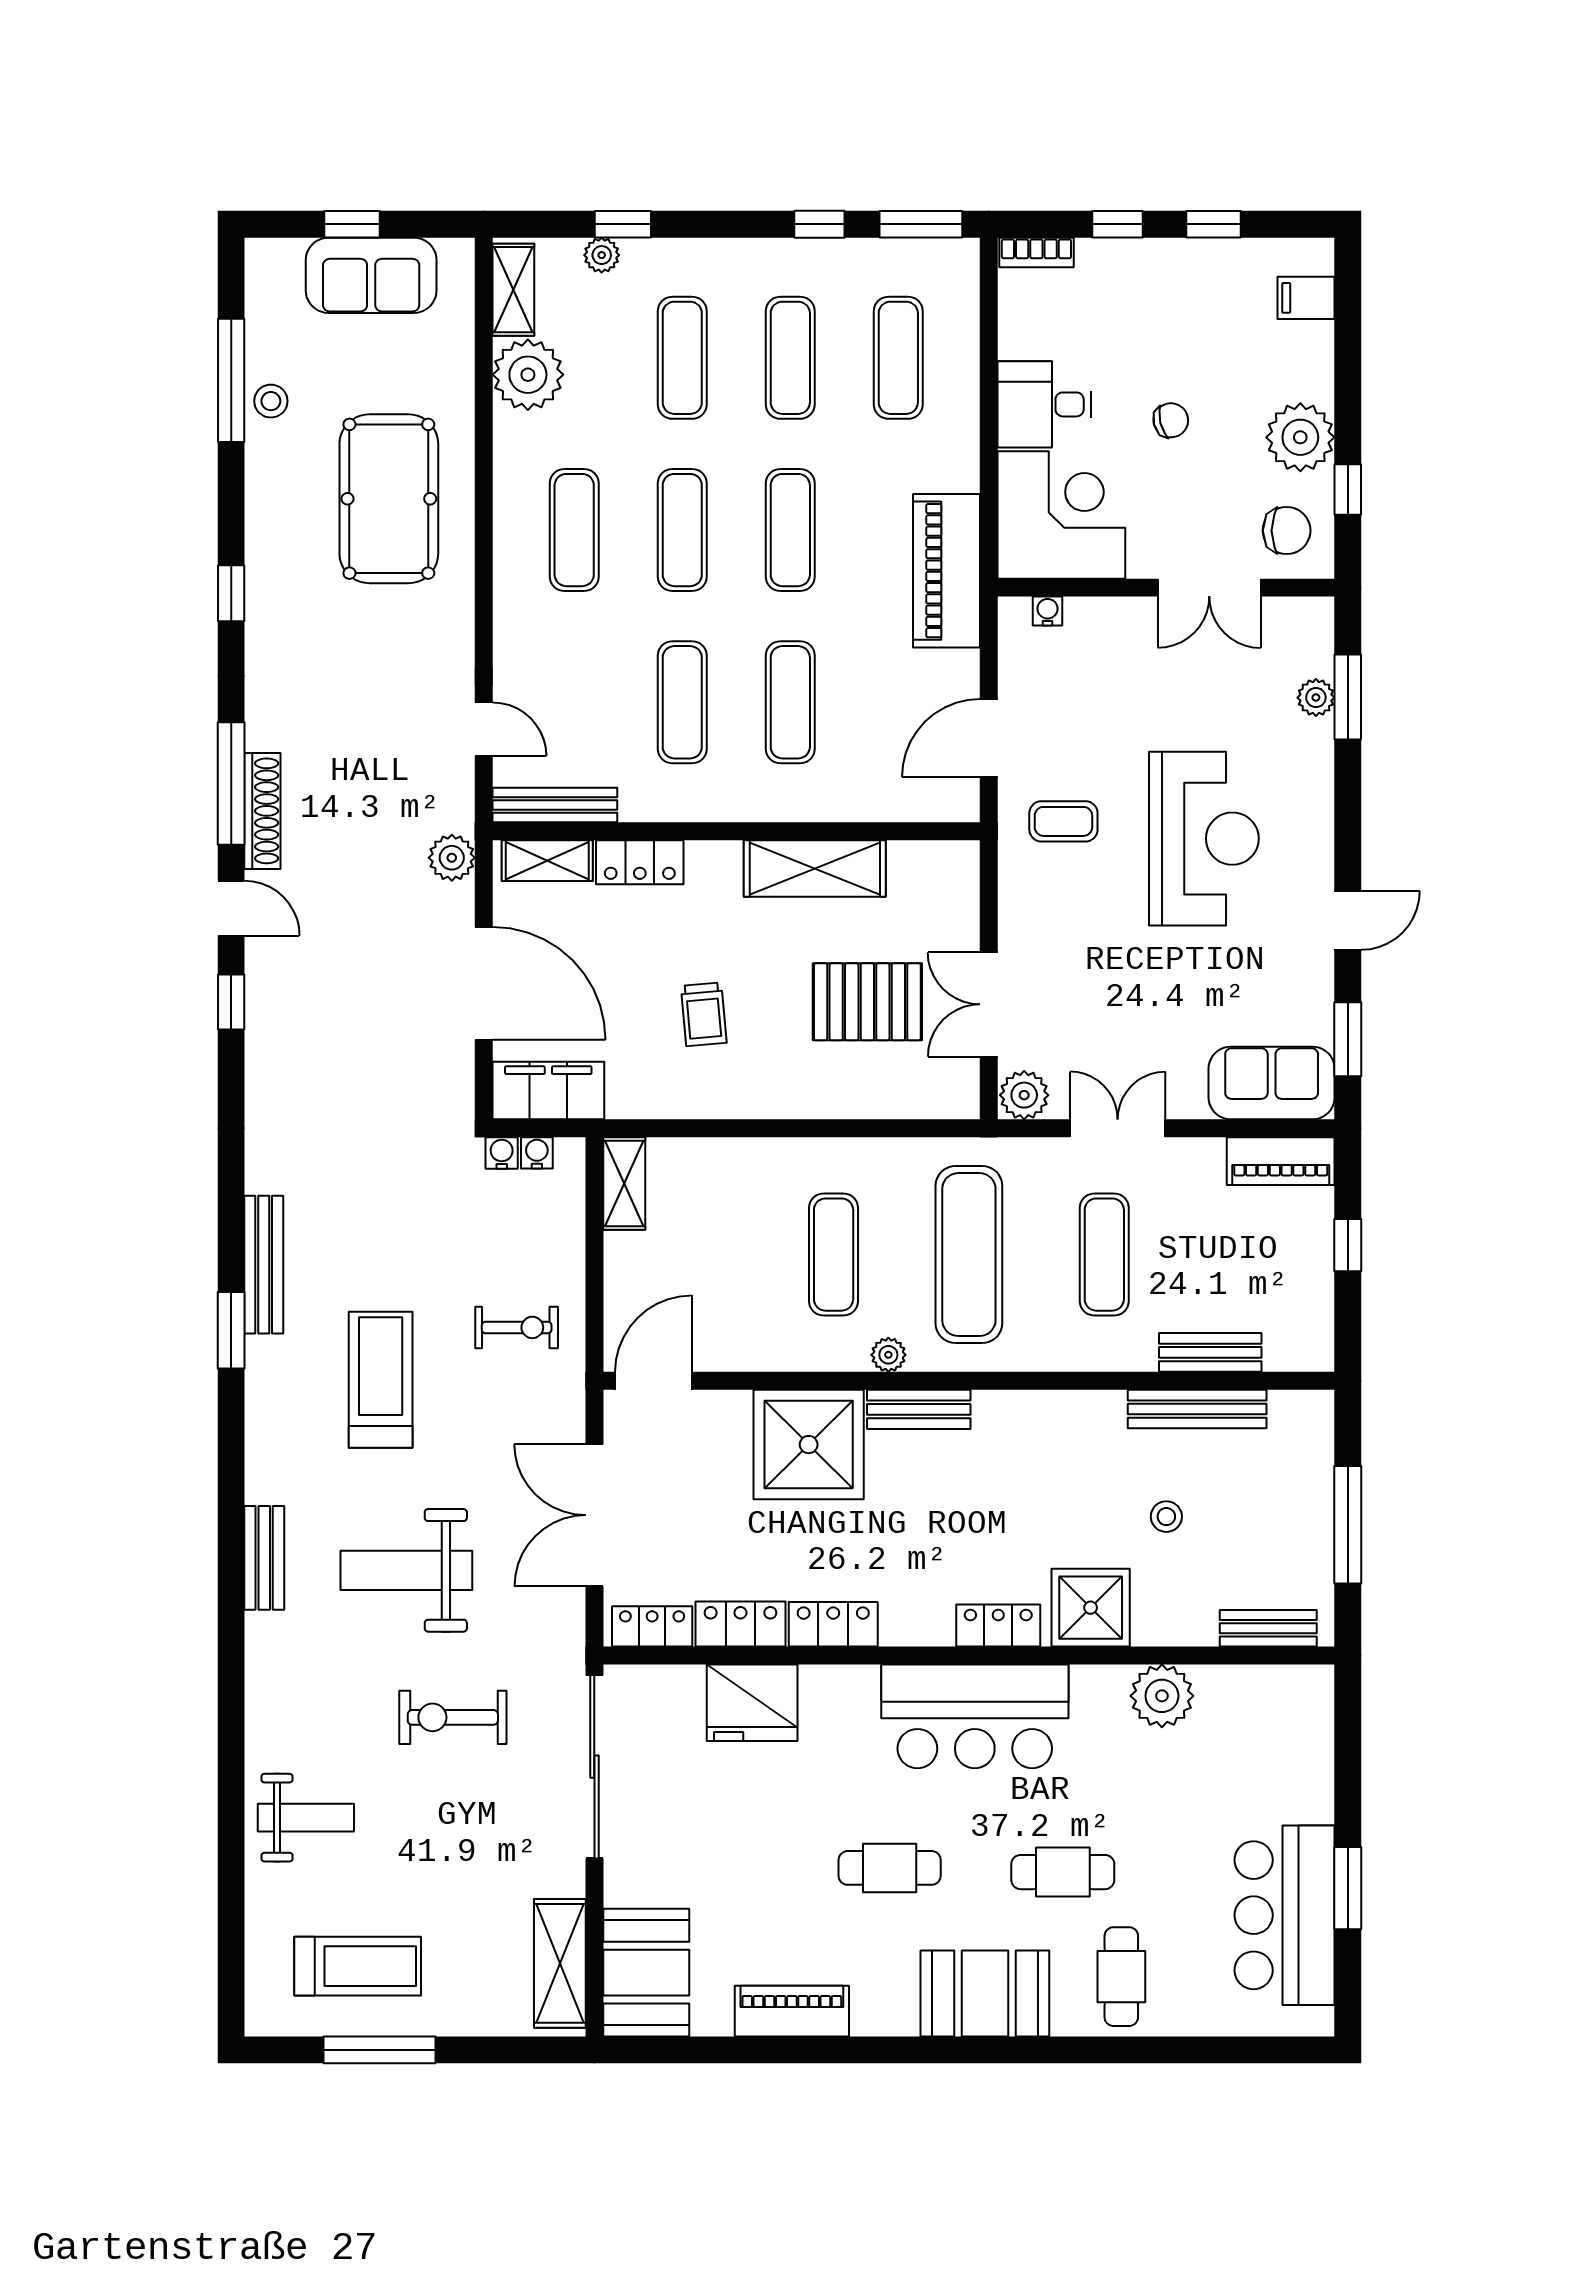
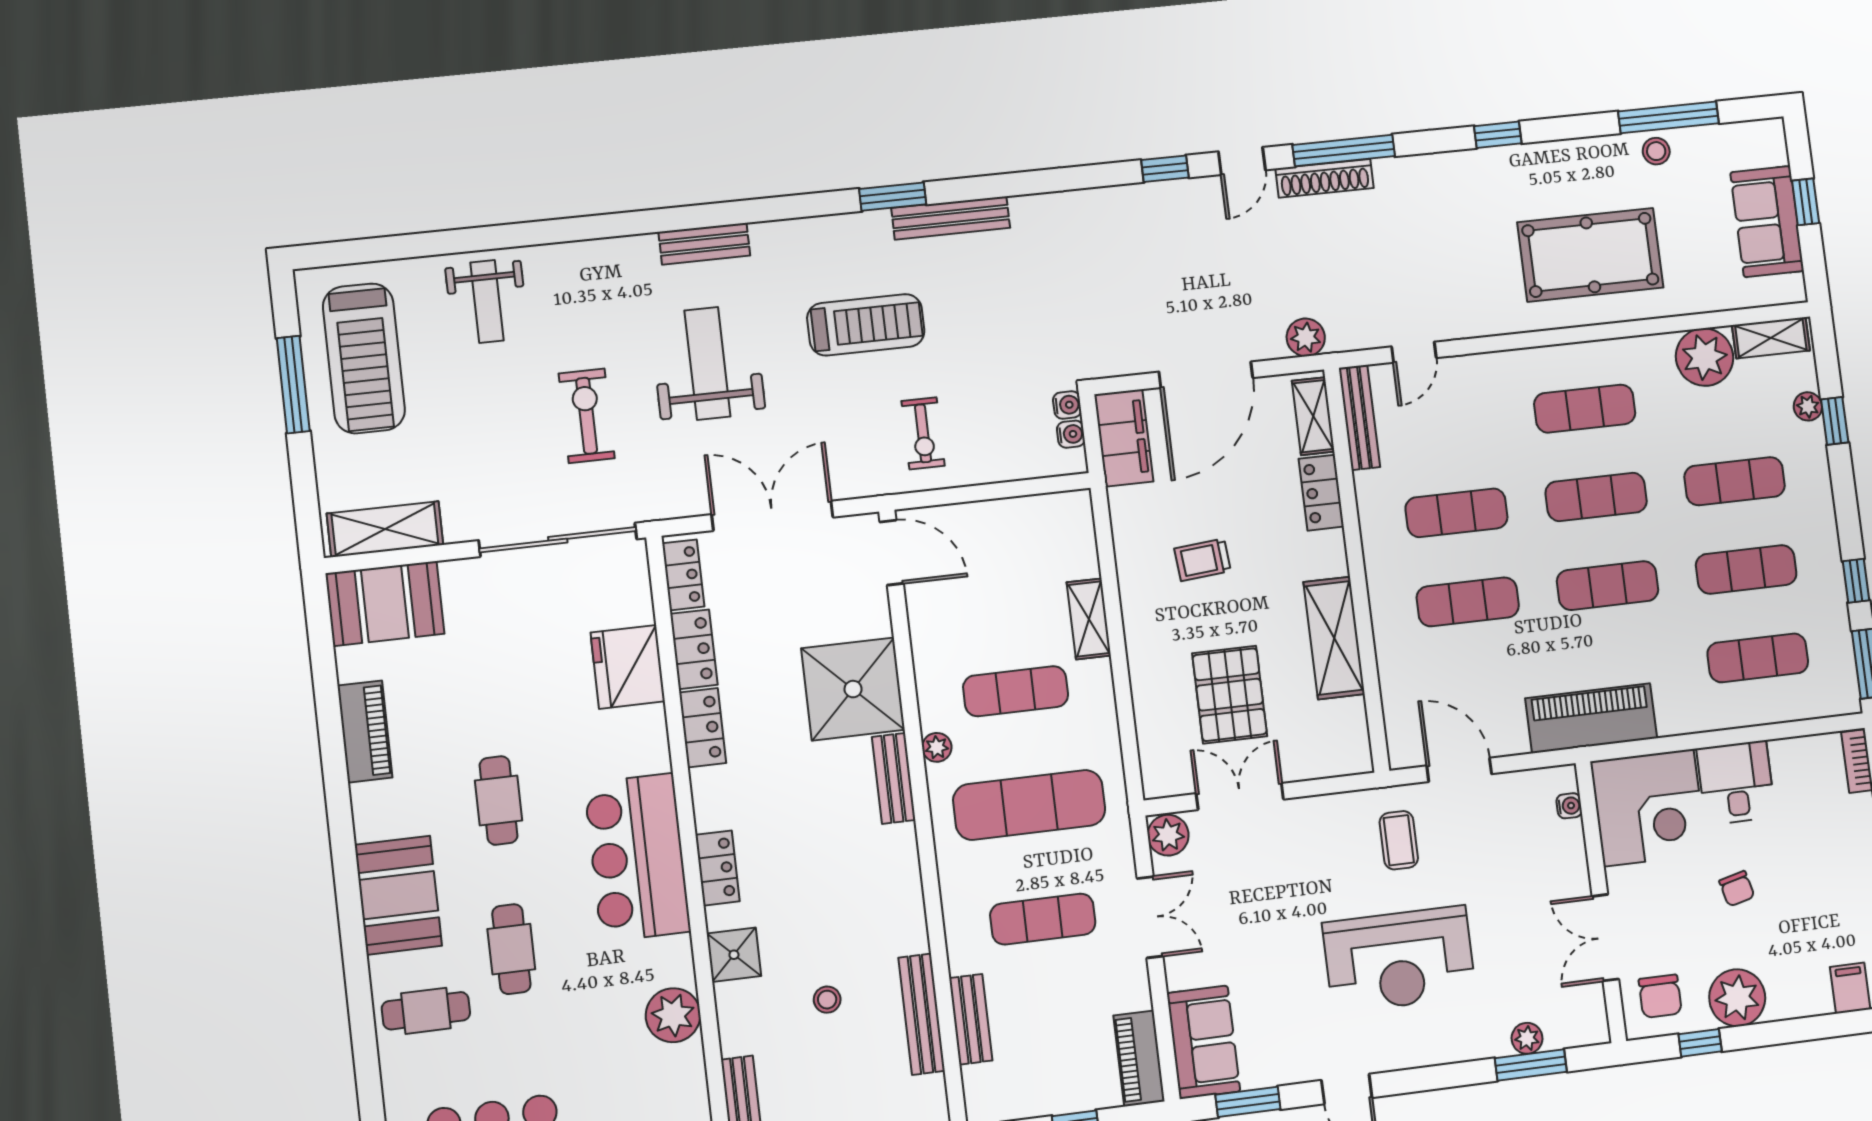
shelving: (624, 1183) -> (1089, 619), moved, turned 90
shower: (1091, 1608) -> (734, 955), width x0.73, depth x0.73
treadmill: (358, 1966) -> (364, 358), width x1.37, depth x1.38

